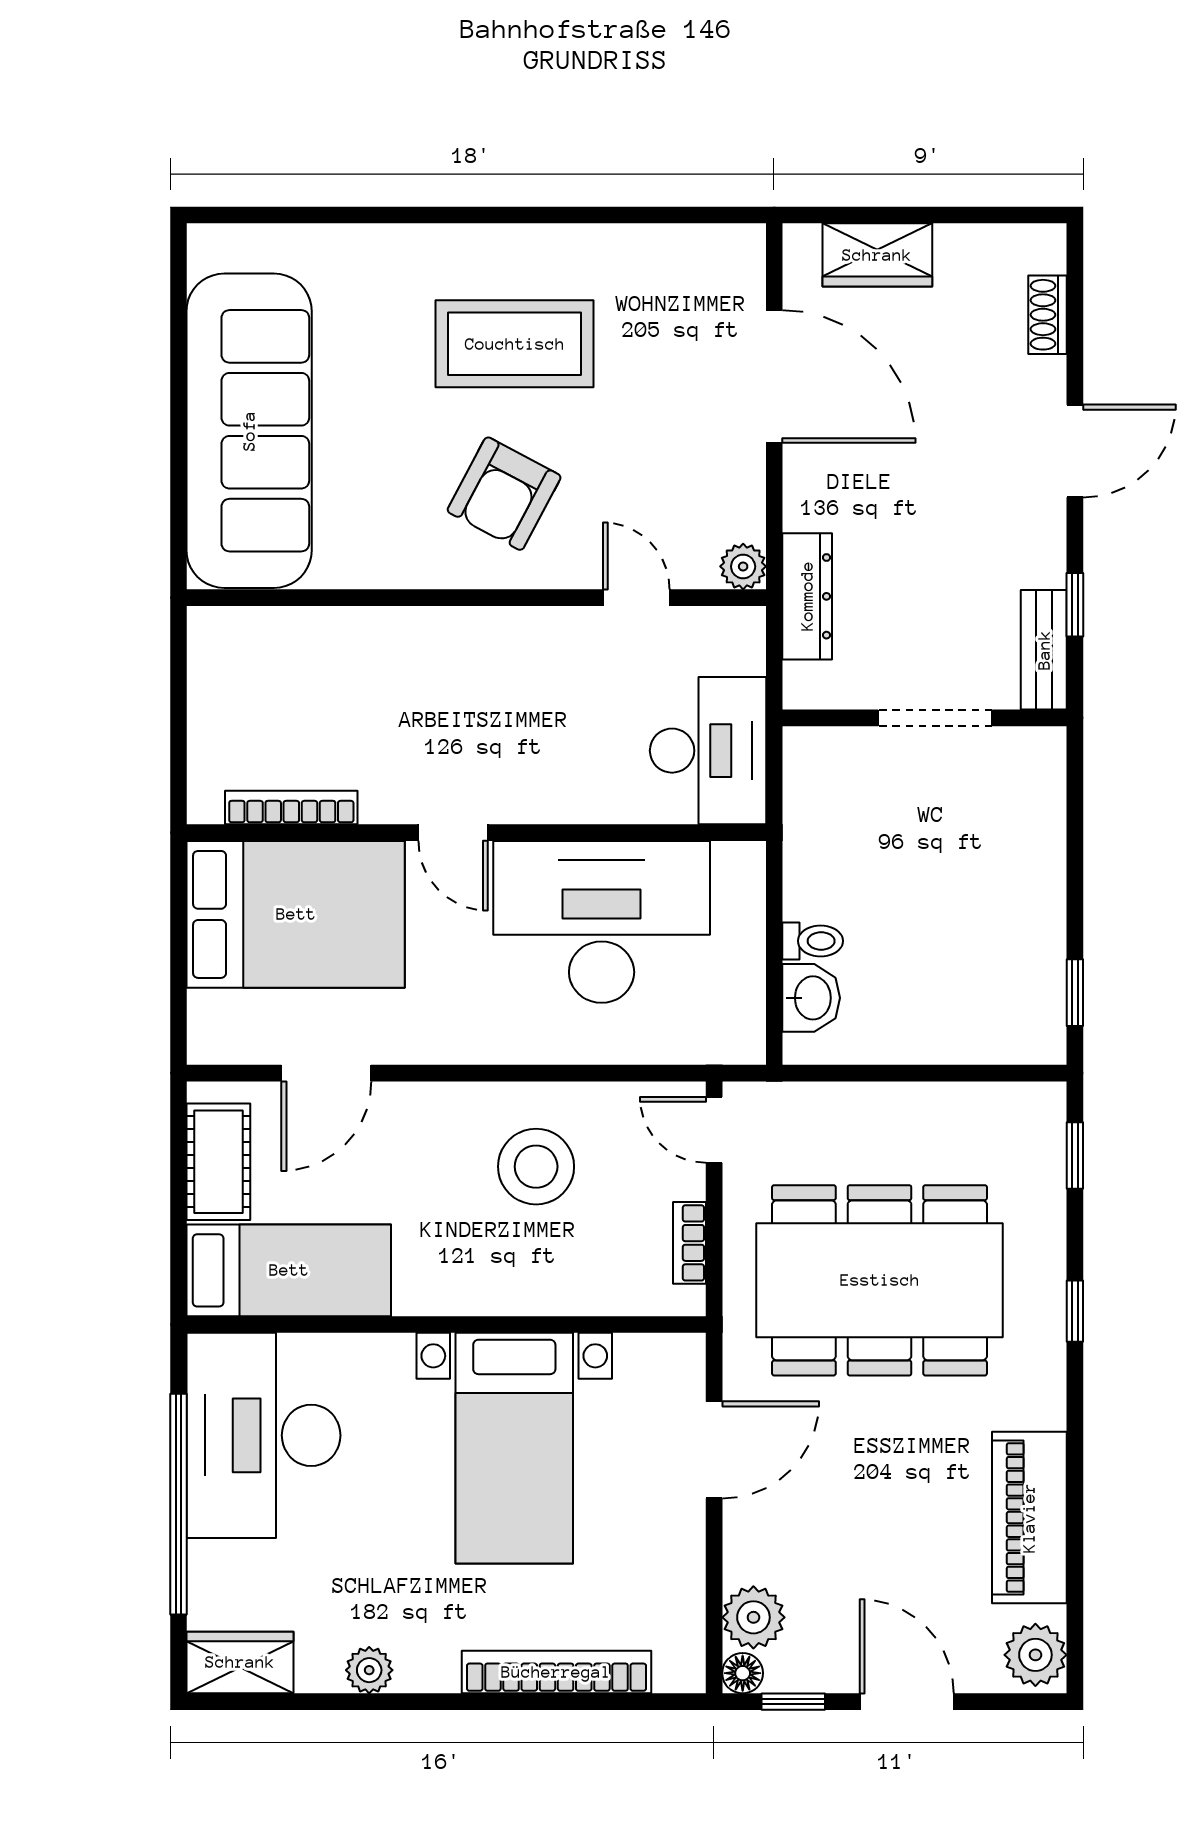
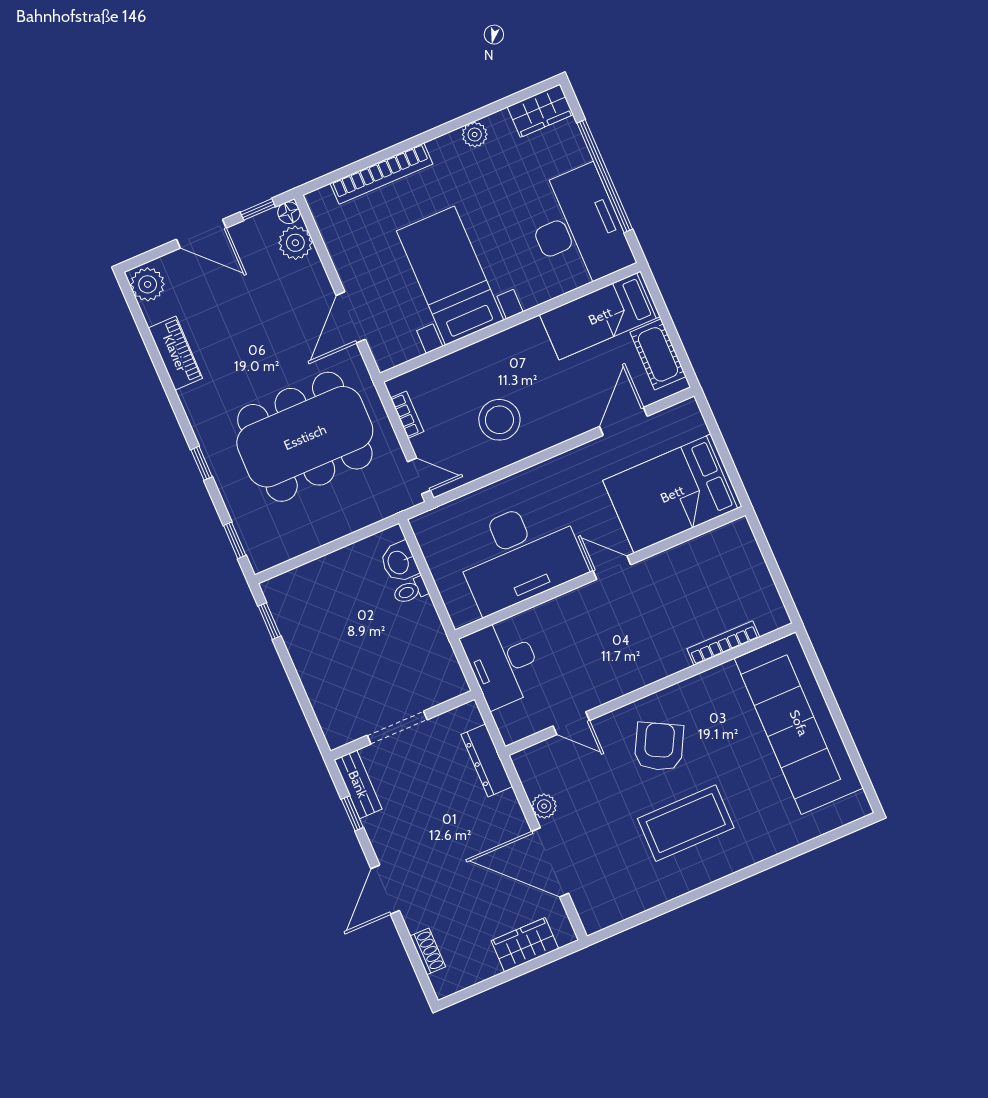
plant: (743, 566) -> (544, 806), moved
bookcase: (291, 807) -> (723, 643), moved, turned 180
piano: (1029, 1518) -> (175, 353), width x0.73, depth x0.75

